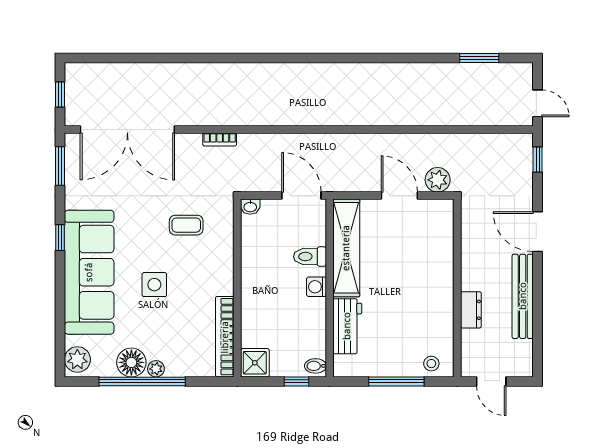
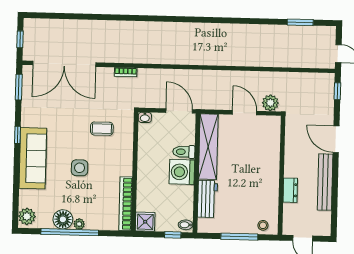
sofa: (89, 272) -> (33, 158), width x0.74, depth x0.79
washing machine: (317, 287) -> (182, 172), width x1.89, depth x1.89

